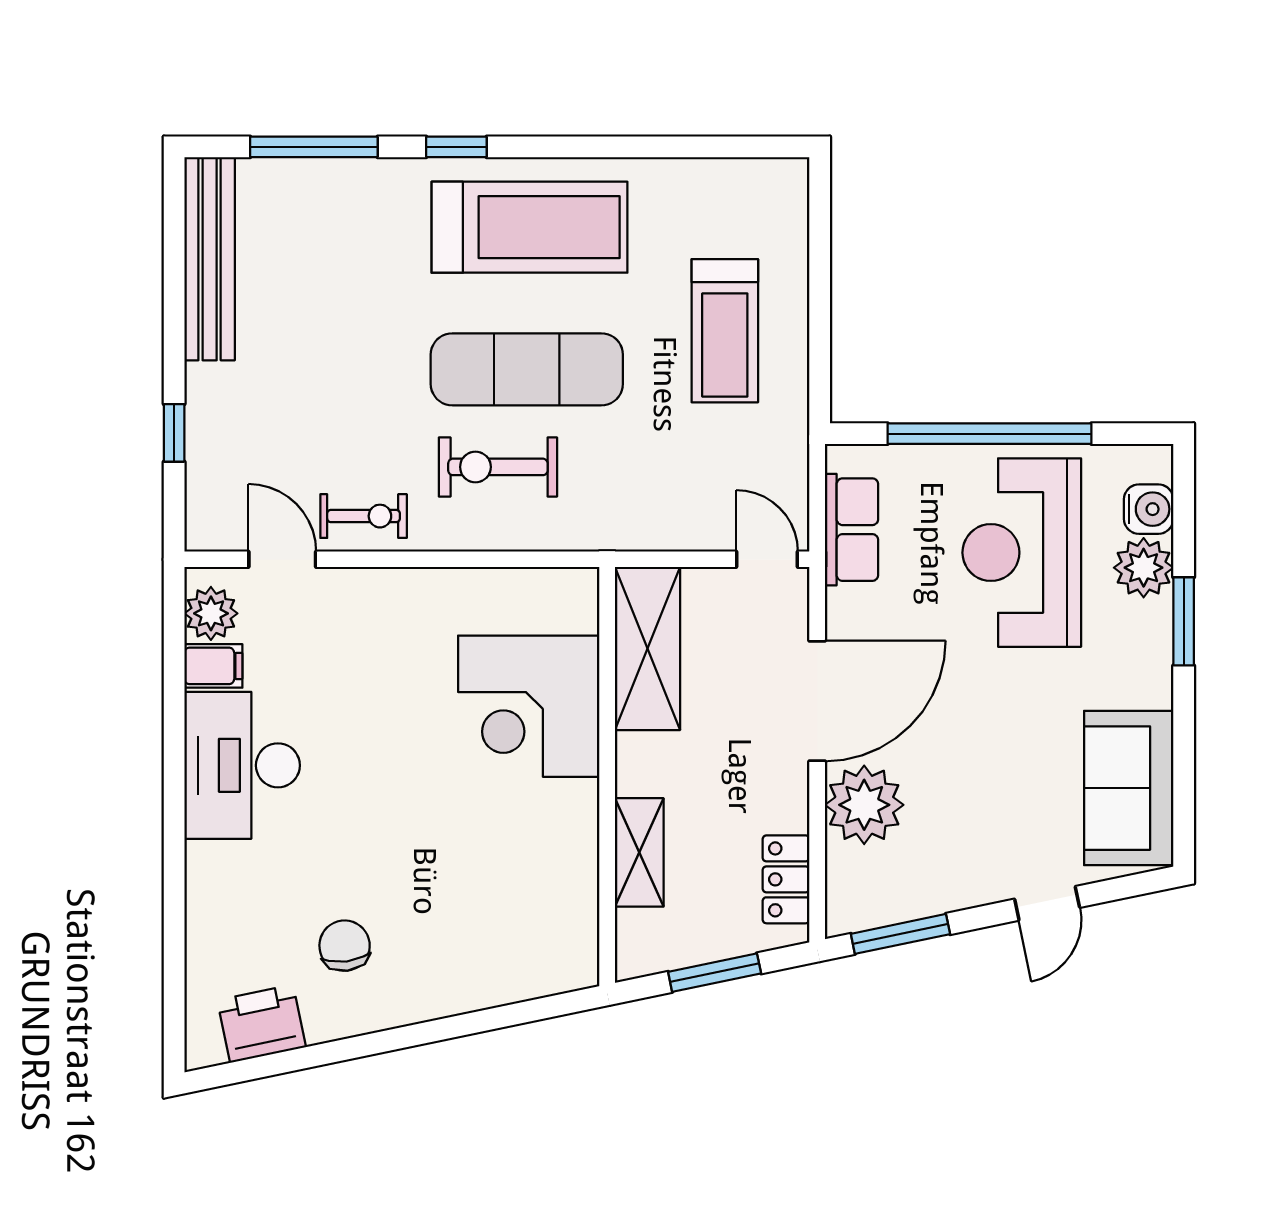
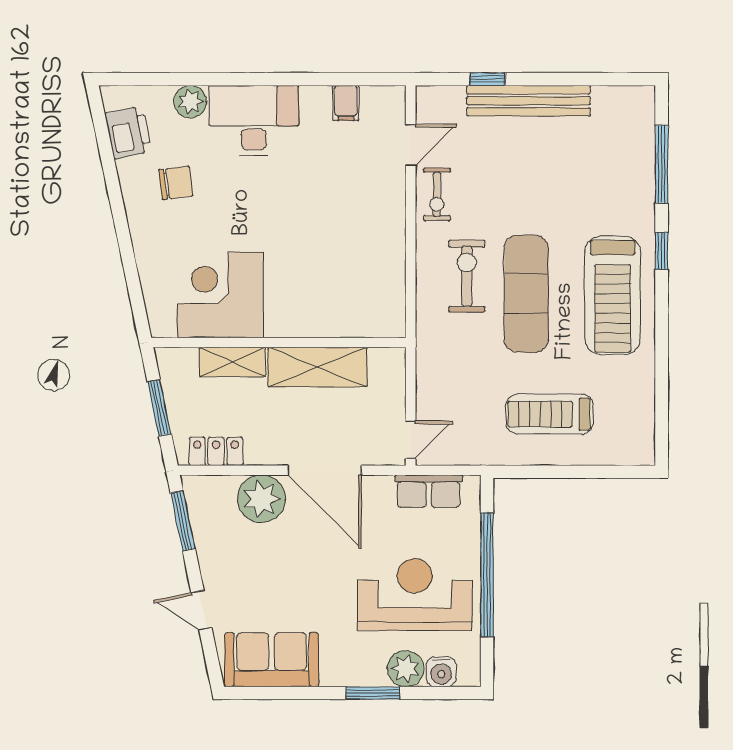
bench: (210, 259) -> (529, 101), moved
plant: (211, 613) -> (190, 102), moved
shelving: (647, 649) -> (317, 367), moved
corner desk: (529, 706) -> (220, 295), moved
desk: (242, 765) -> (254, 120), moved

